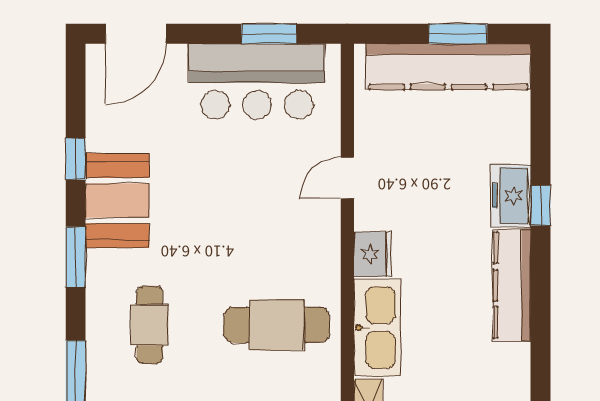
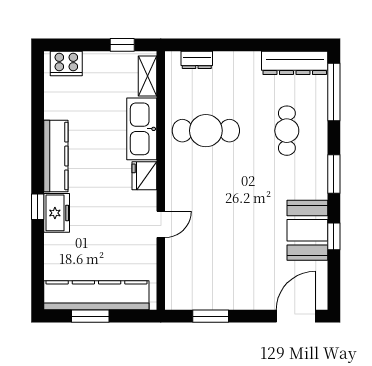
bar counter: (257, 81) -> (218, 286), removed
booth: (117, 201) -> (307, 230), moved

